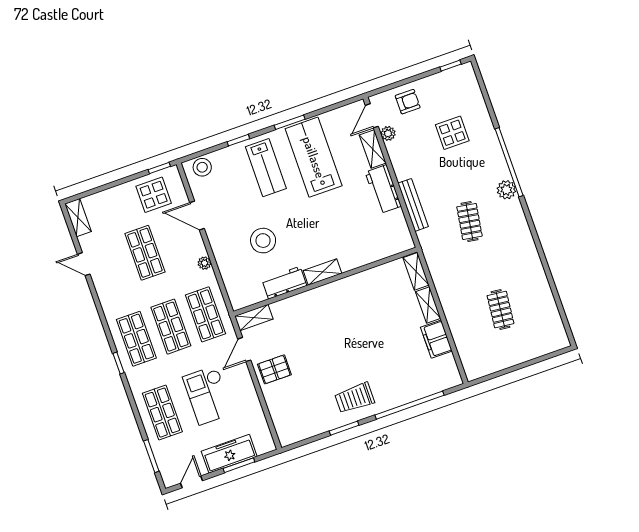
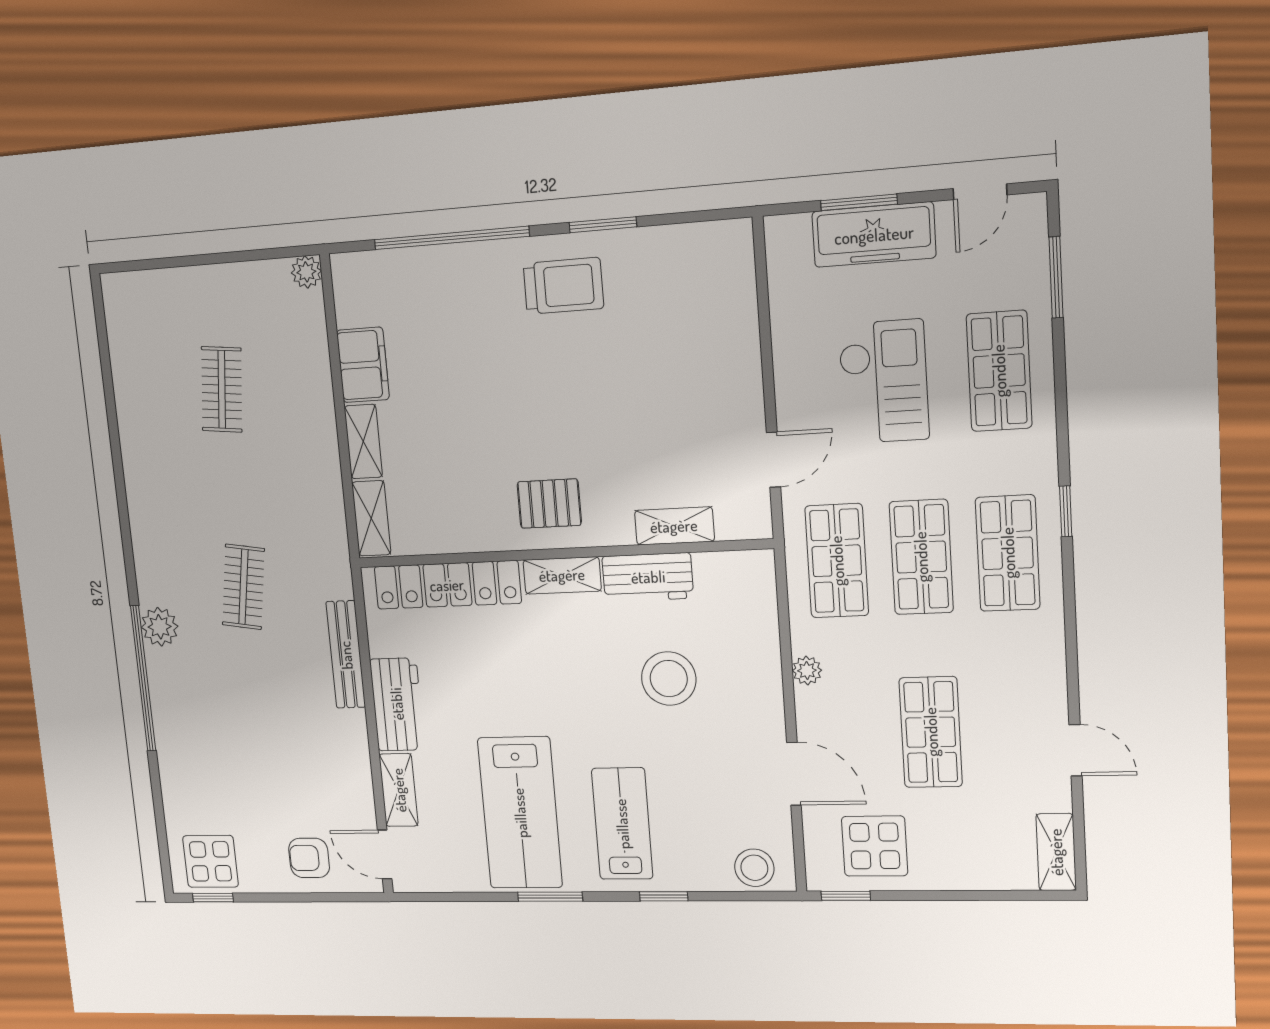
door: (372, 116) -> (385, 854), swing flipped
plant: (388, 133) -> (306, 272), moved
display table: (452, 133) -> (210, 861), moved
locker: (373, 252) -> (447, 585), added
shelving: (254, 317) -> (674, 526), moved
pallet: (274, 369) -> (549, 504), moved

